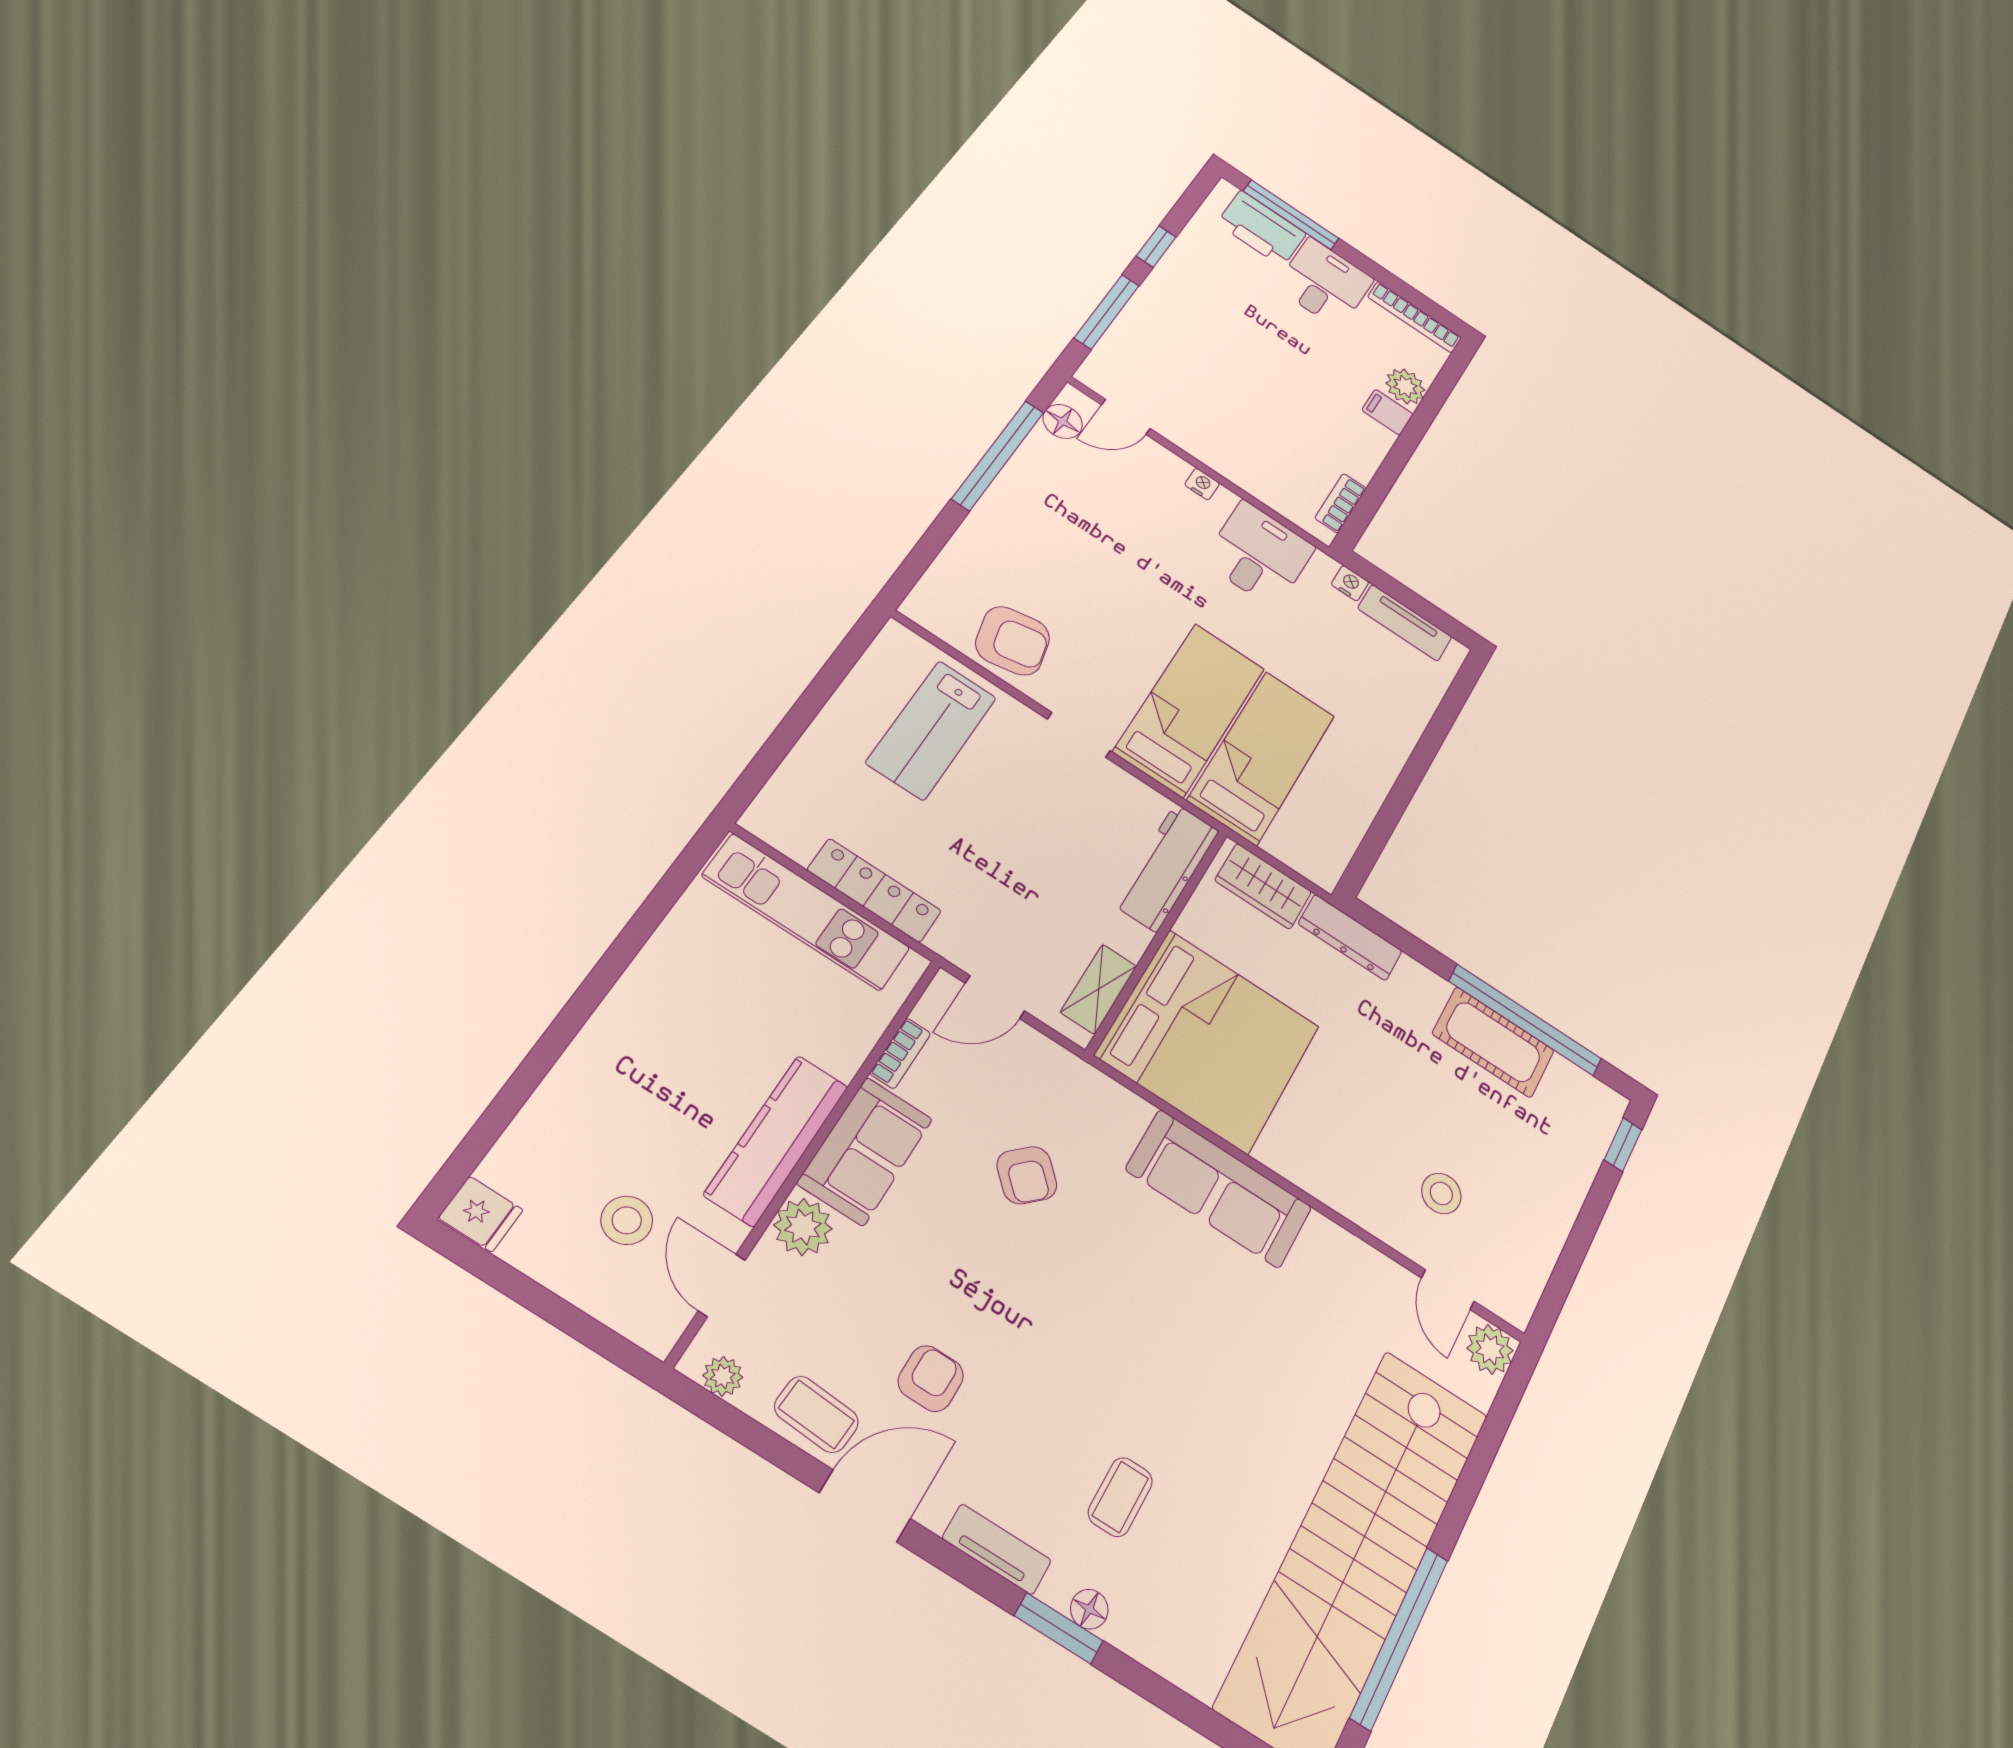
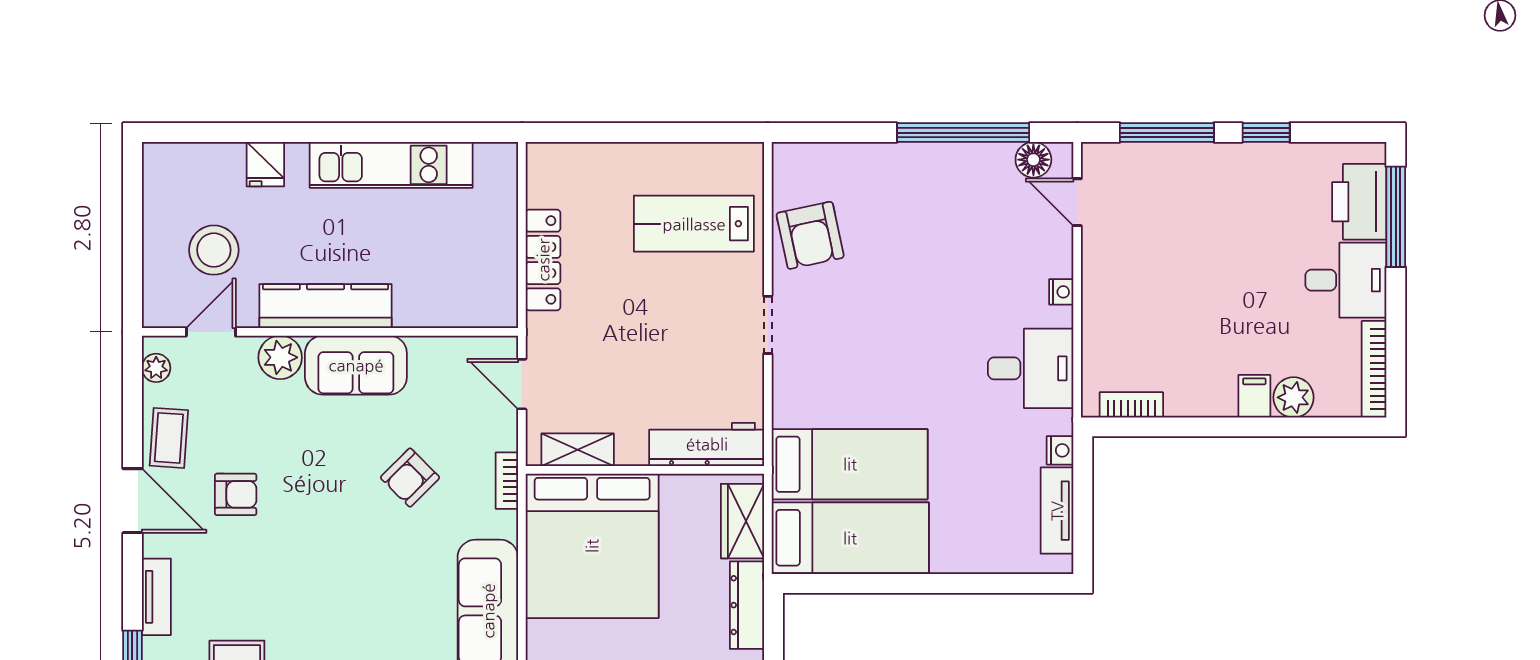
bed: (1190, 710) -> (850, 538), moved
kitchen unit: (806, 912) -> (391, 165), moved, turned -90
bookcase: (900, 1053) -> (507, 481), moved, turned 90
fridge: (481, 1214) -> (265, 164), moved
stool: (627, 1220) -> (214, 250), width x1.38, depth x1.38

